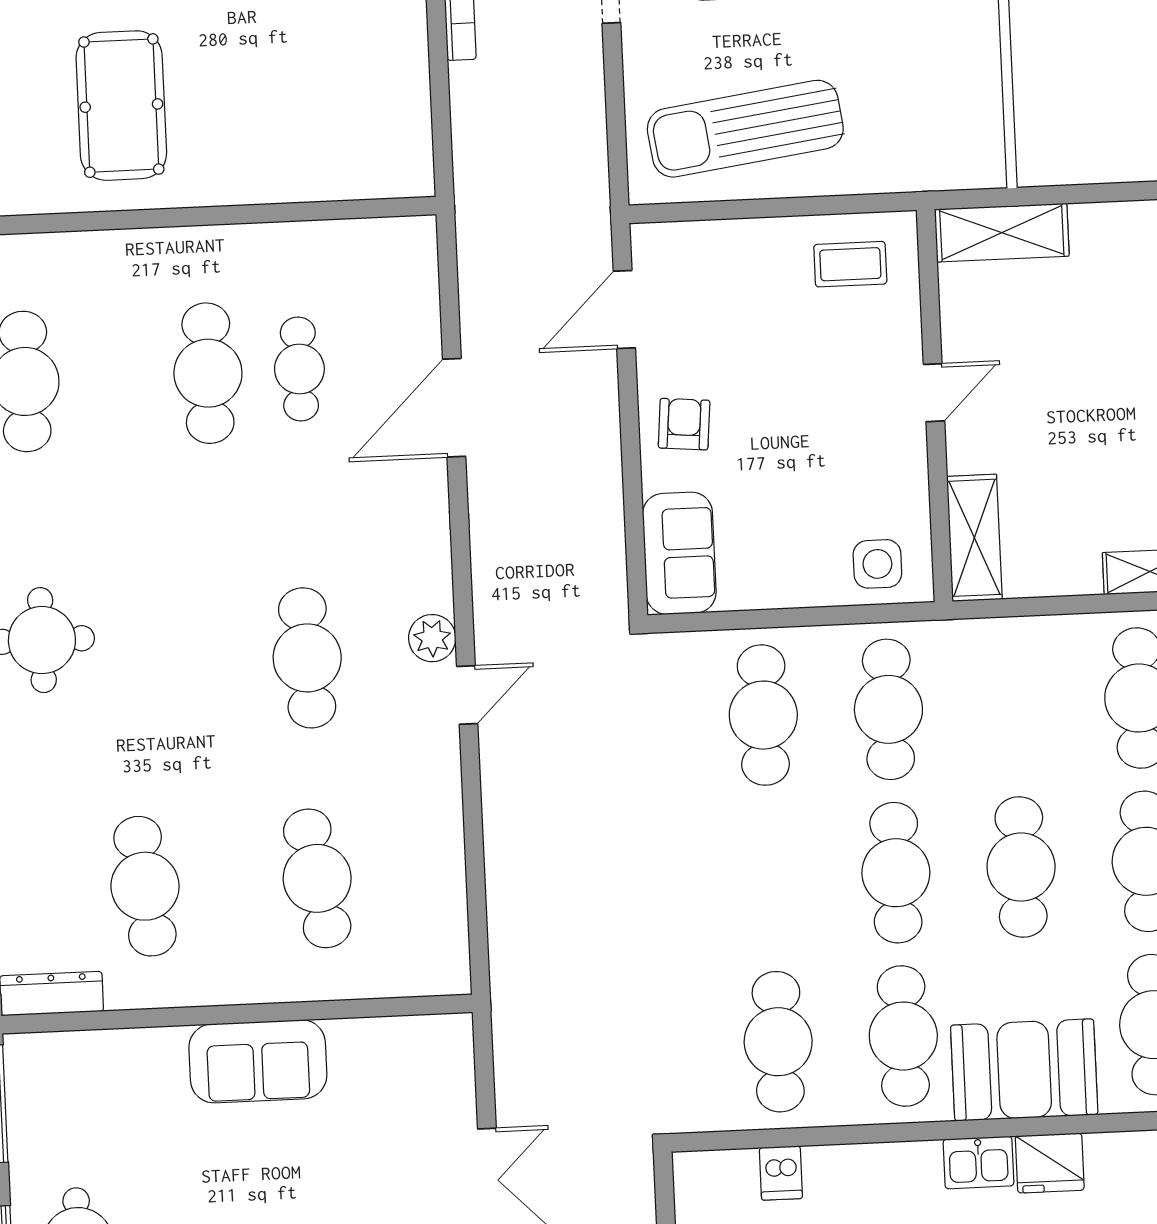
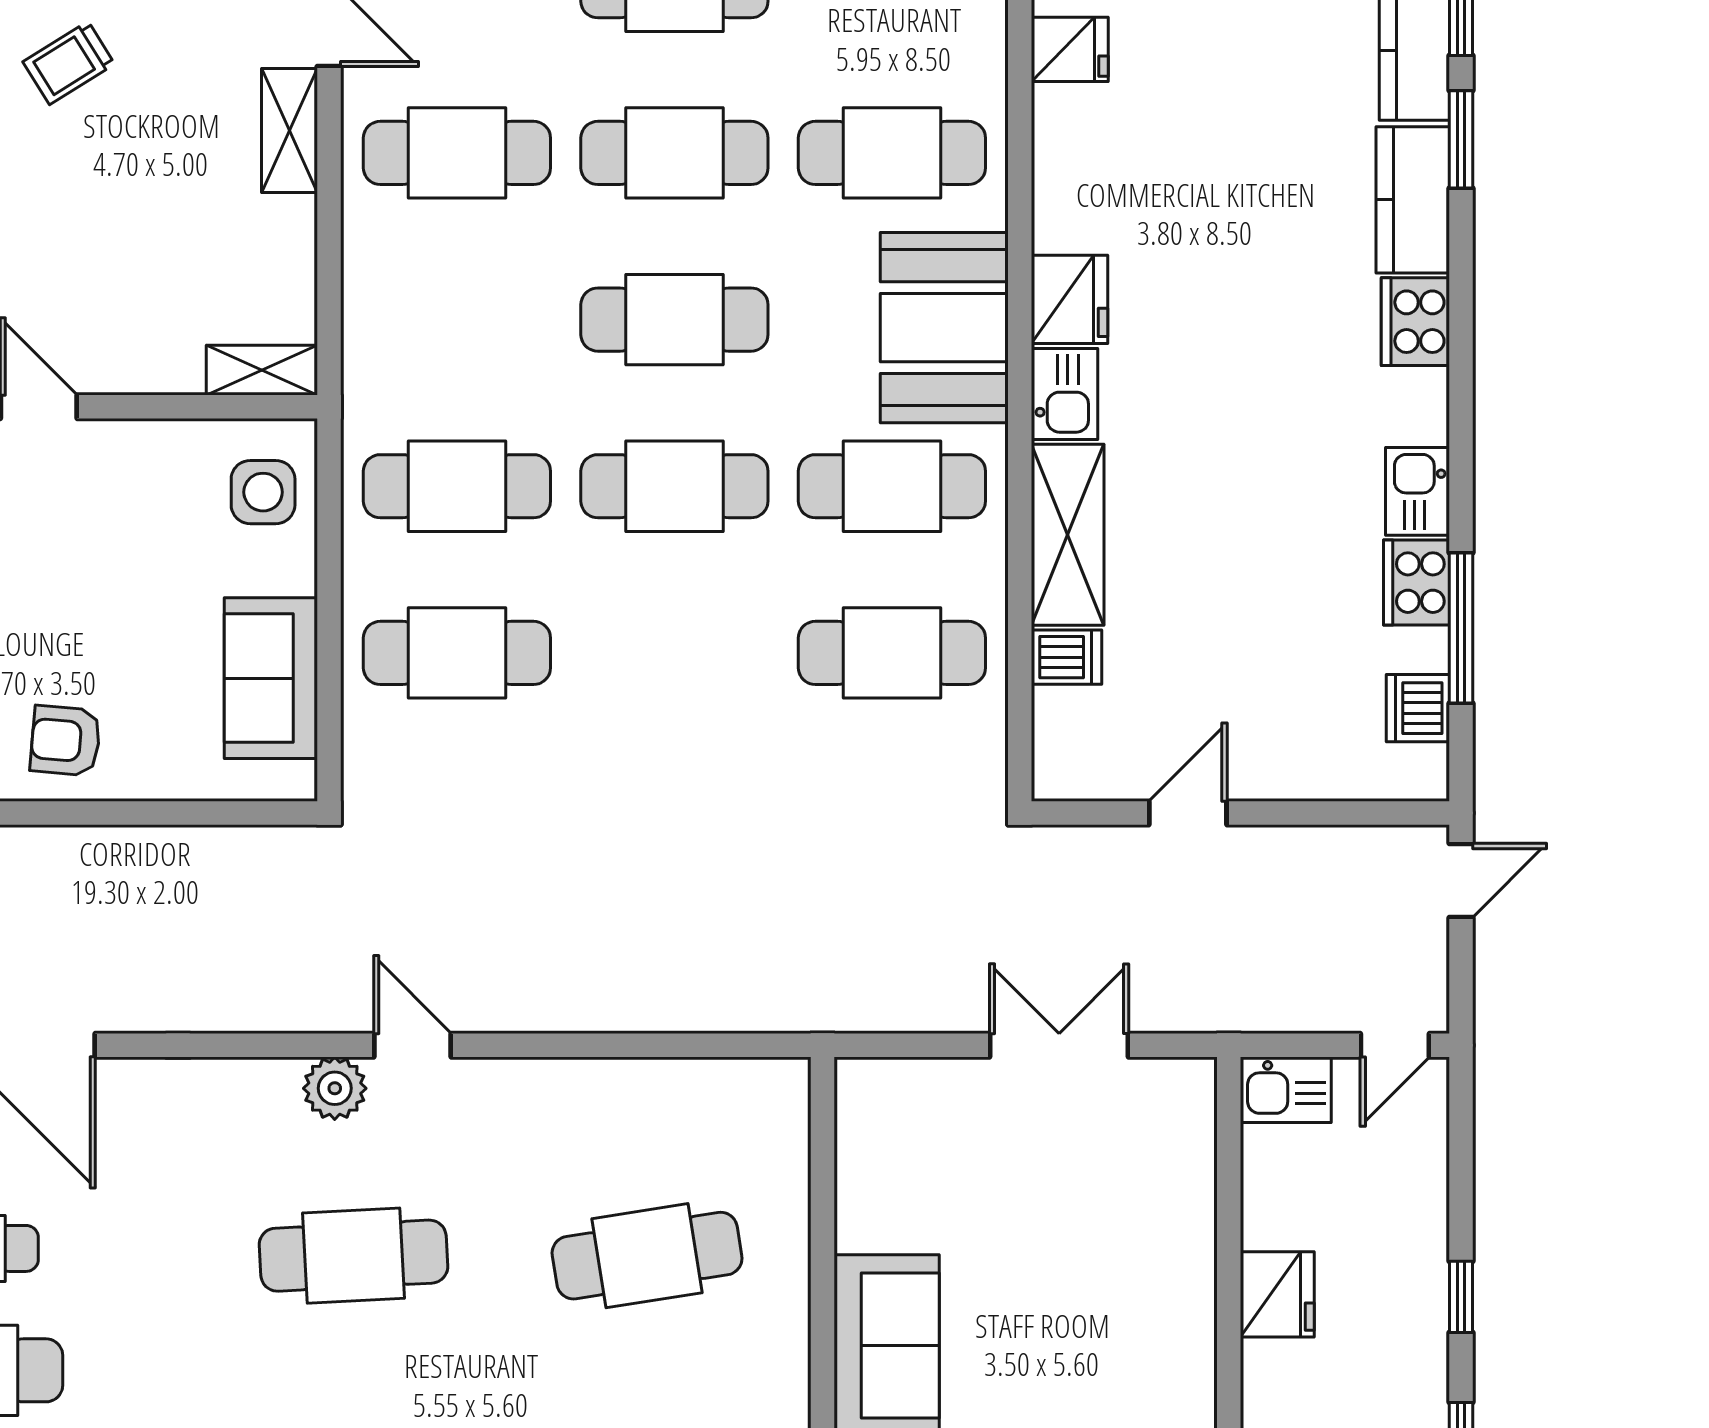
shelving: (974, 538) -> (262, 370), width x0.67, depth x0.75
sofa: (679, 553) -> (271, 678), moved, turned -90
shelving: (873, 1170) -> (1068, 535), added

